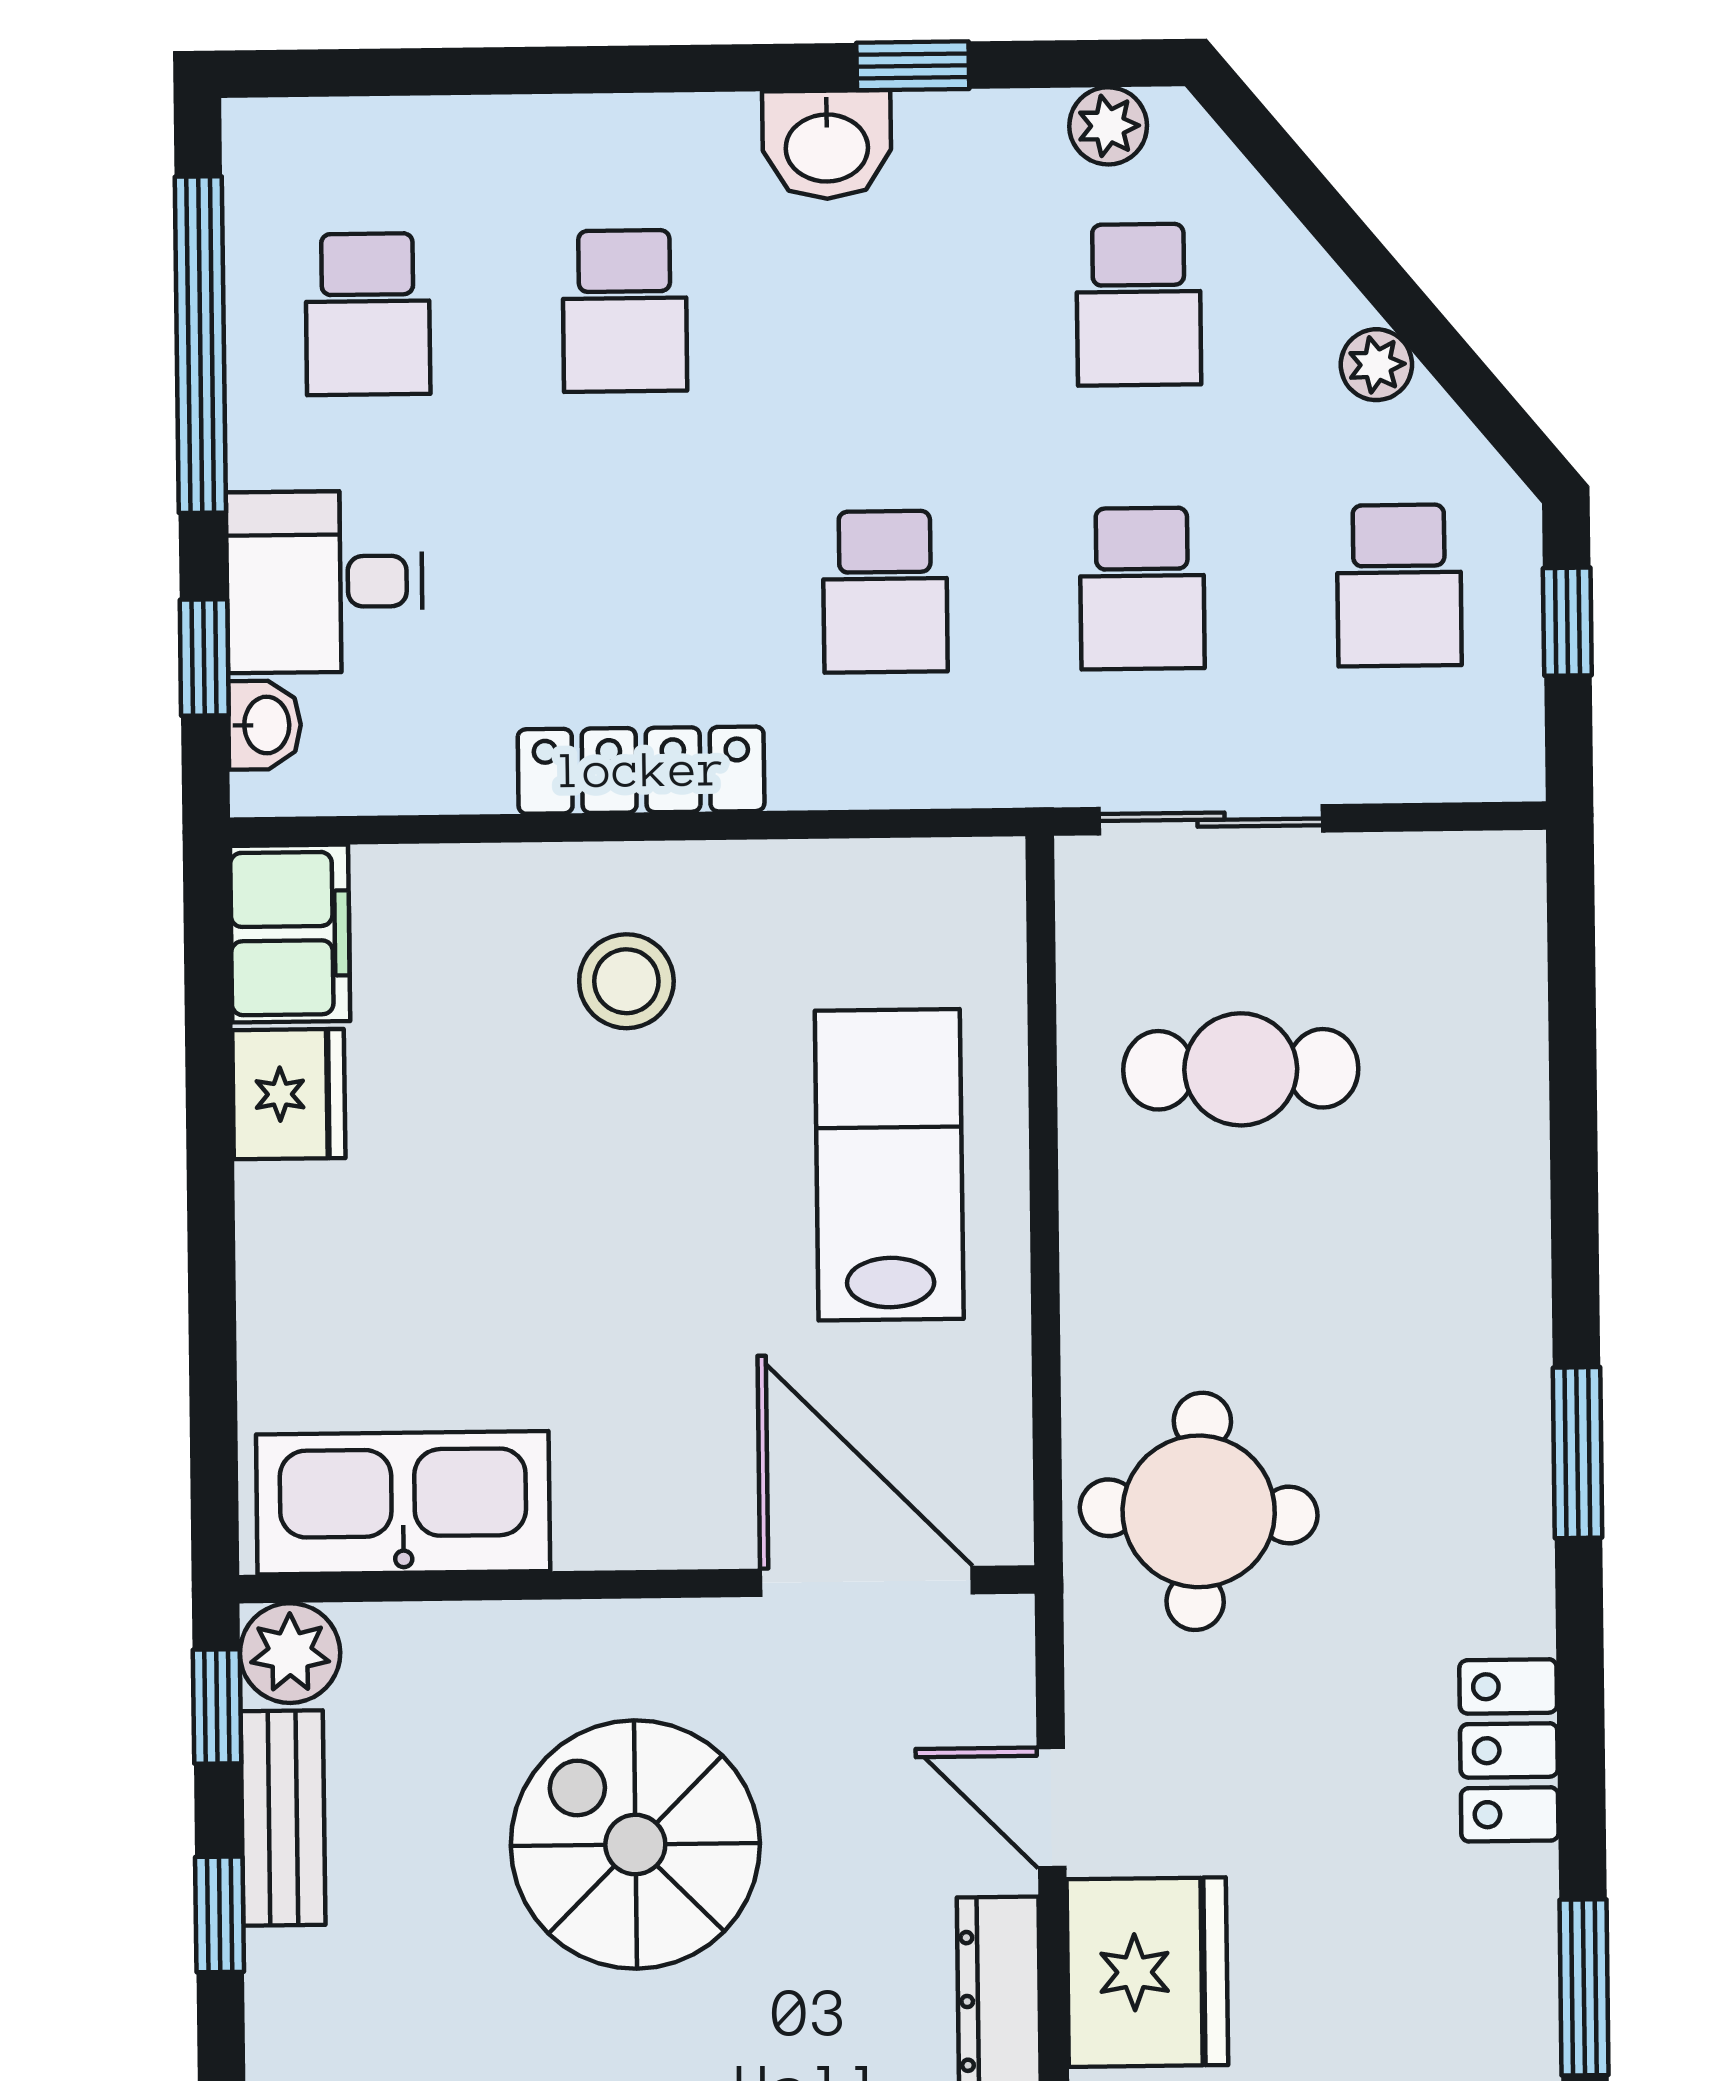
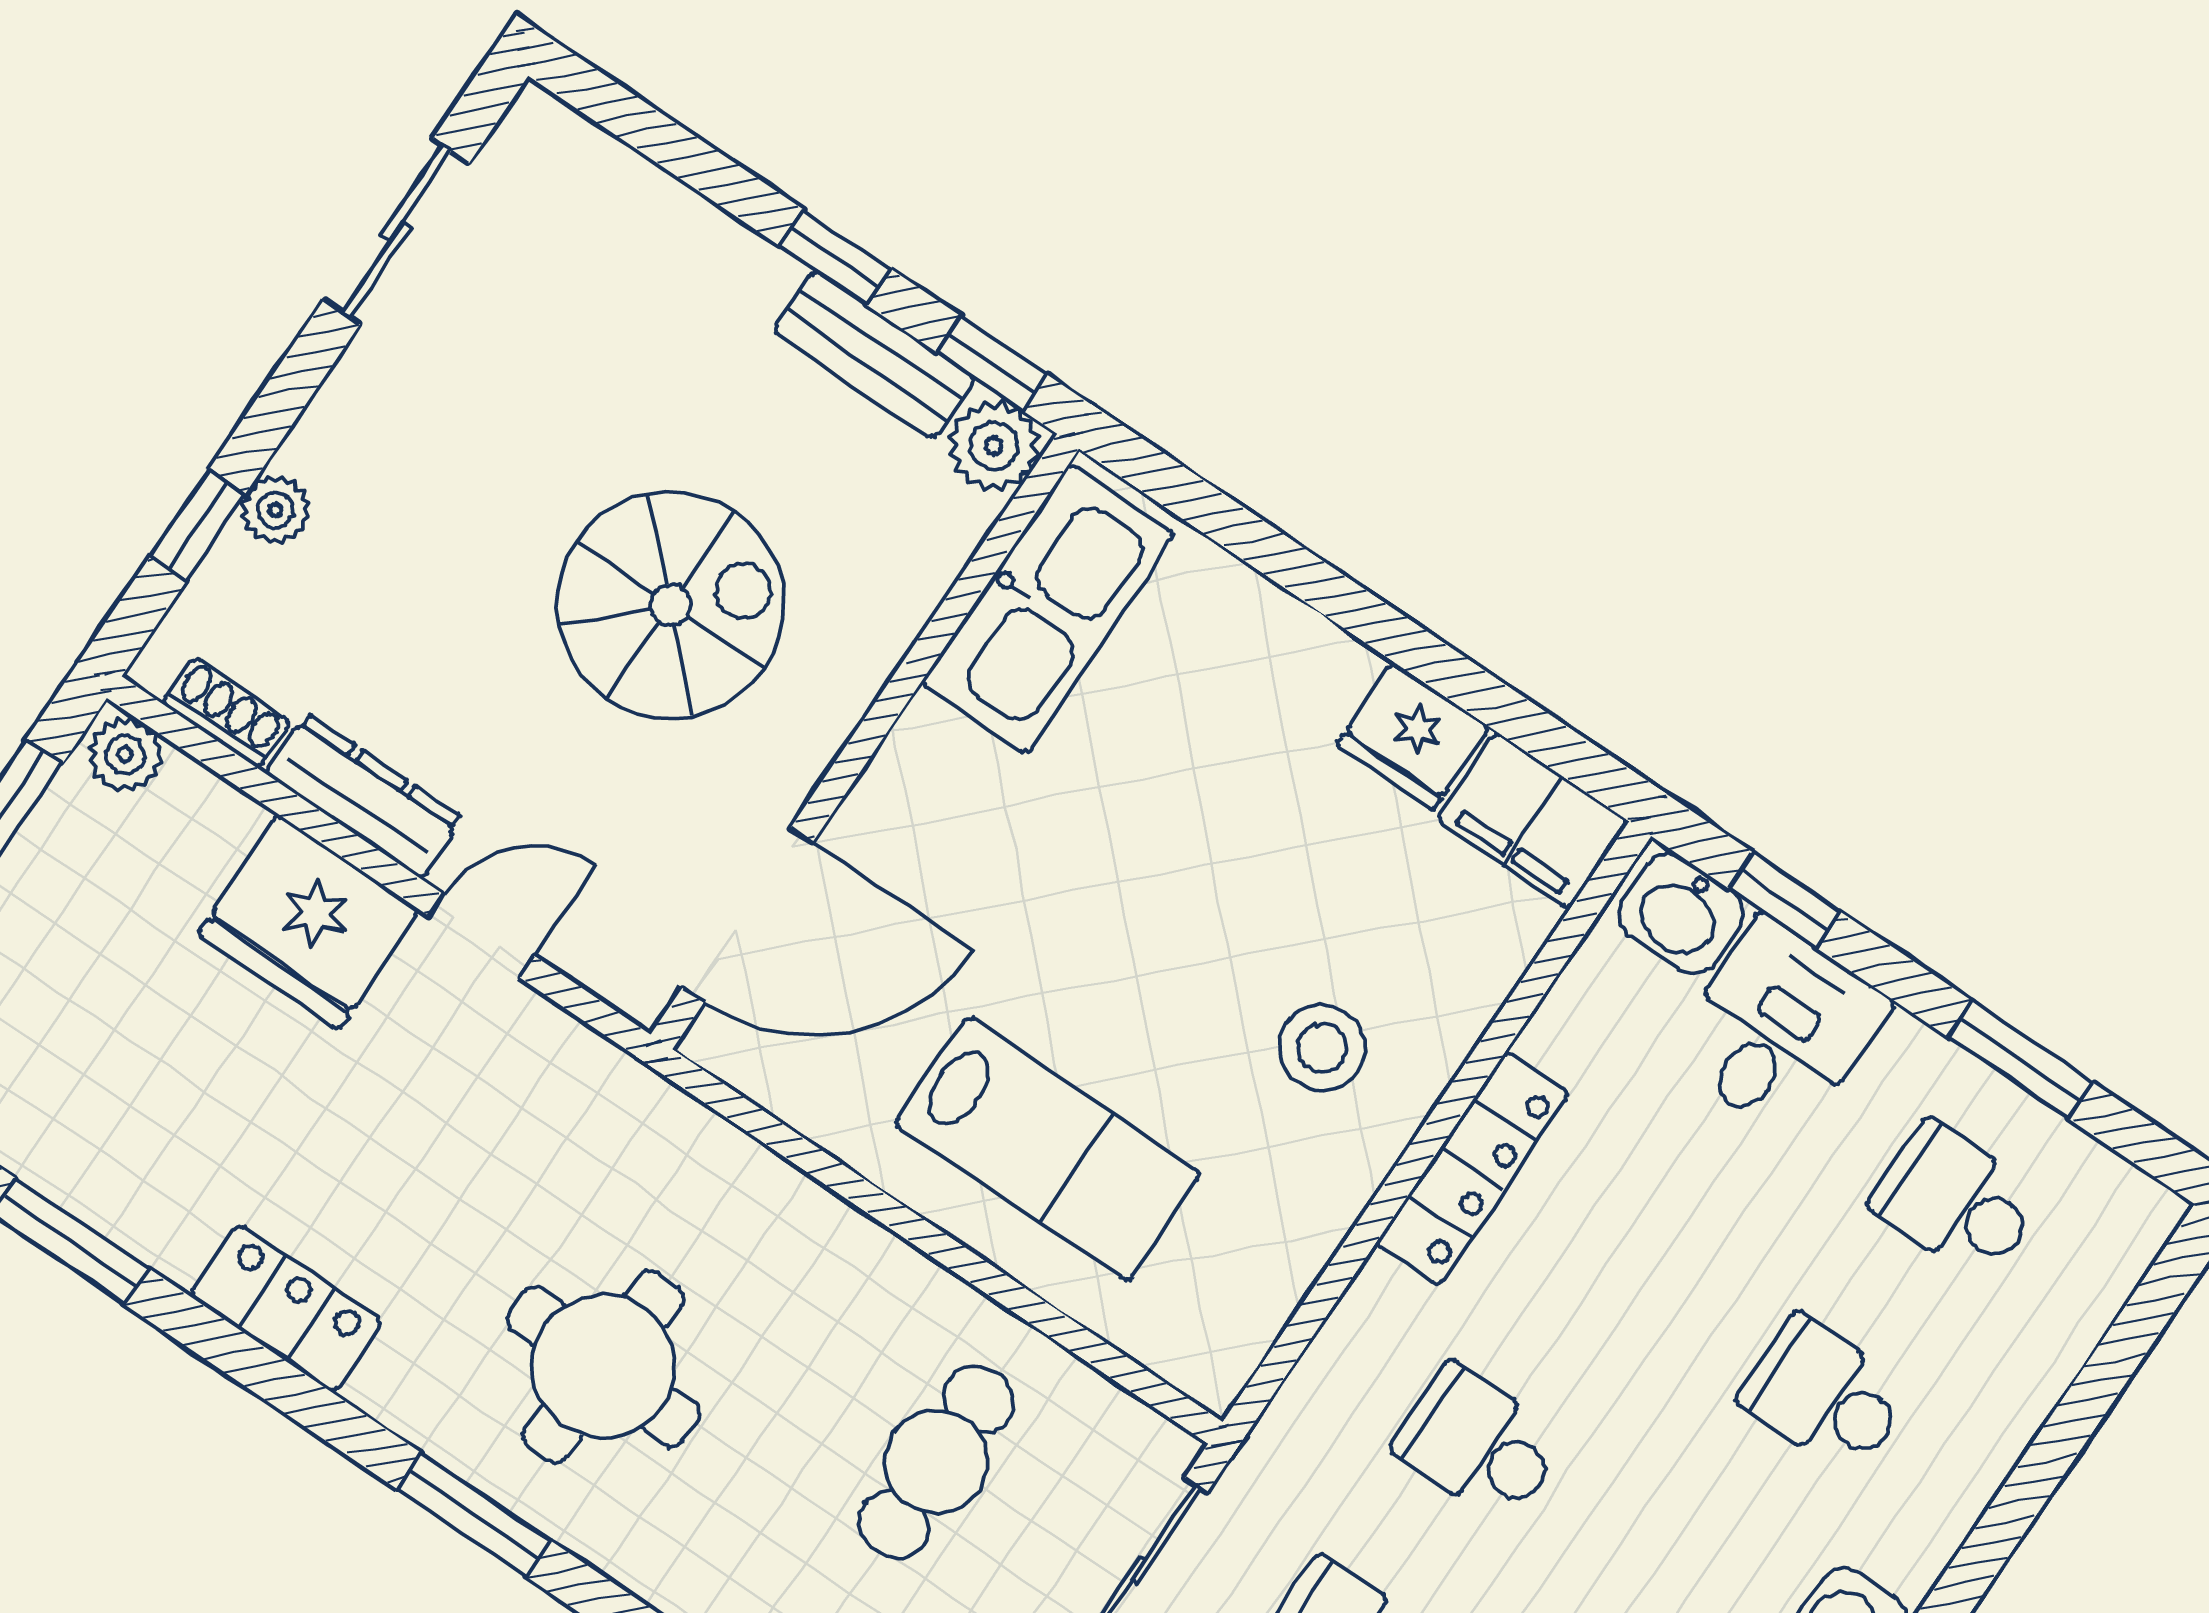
window: (200, 345) -> (2021, 1060), width x0.47
washbasin: (265, 725) -> (1681, 914), width x1.38, depth x1.45
round table: (1199, 1511) -> (603, 1367), moved

